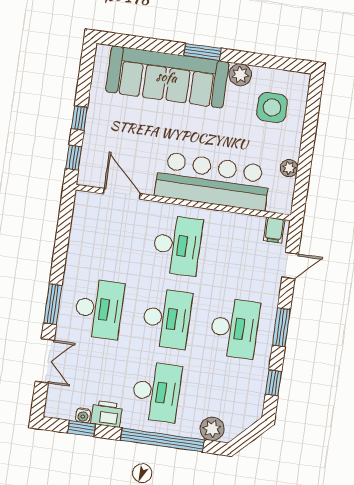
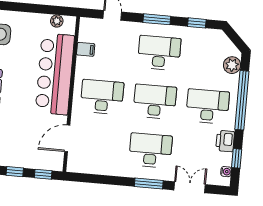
plant: (289, 168) -> (57, 21), moved
filing cabinet: (274, 230) -> (86, 49), moved
water cooler: (83, 415) -> (226, 172), moved

